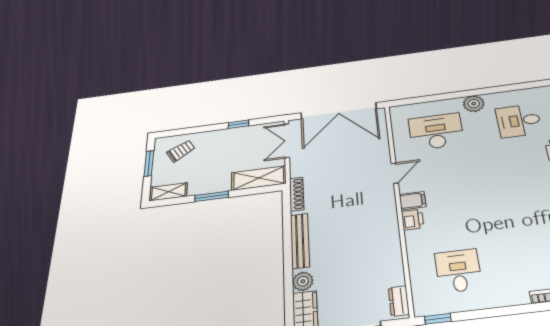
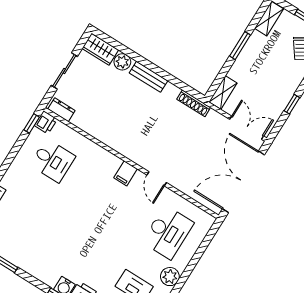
shelving: (259, 178) -> (223, 92), width x0.67, depth x0.75
printer: (412, 220) -> (46, 122), moved, turned -90
bench: (300, 241) -> (149, 77), width x0.73

